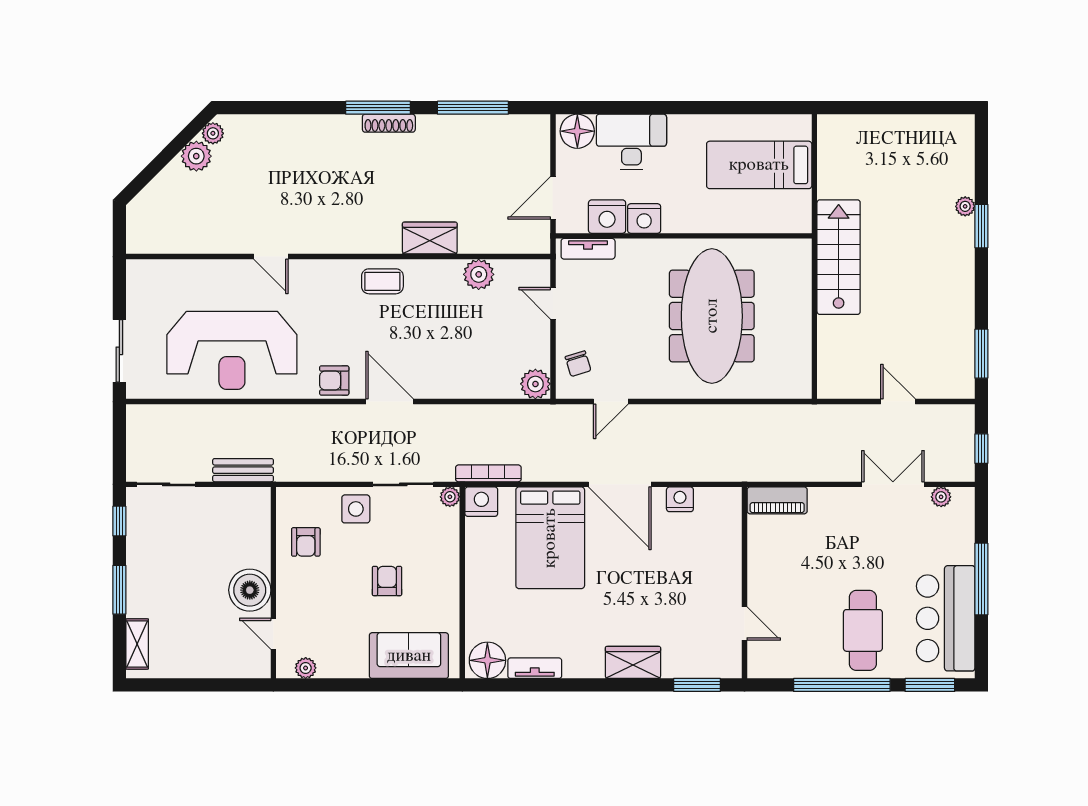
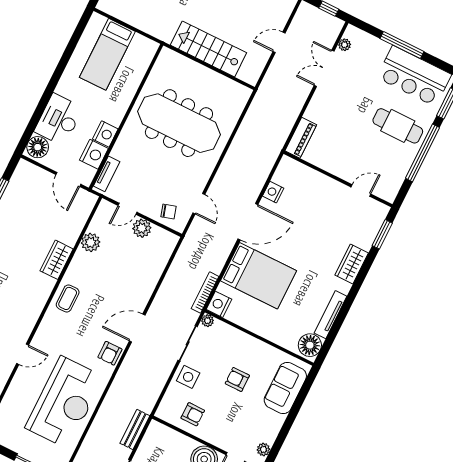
stairs: (839, 257) -> (208, 49), moved
plant: (535, 384) -> (142, 228), moved
tv unit: (535, 668) -> (331, 315), width x1.41

